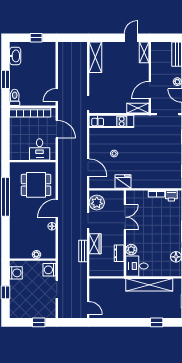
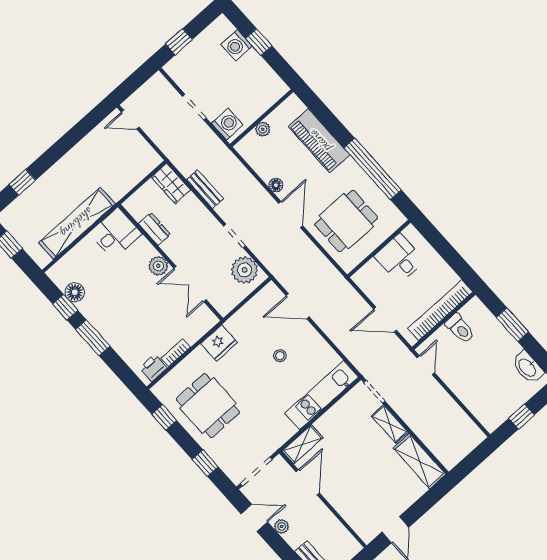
shelving: (144, 52) -> (390, 424), moved
toilet: (15, 97) -> (460, 328), moved
desk: (40, 149) -> (399, 258), moved
dining table: (163, 160) -> (208, 406), added
fridge: (123, 182) -> (219, 343), moved
piano: (17, 229) -> (319, 141), added
wardrobe: (95, 244) -> (171, 183), moved
plant: (131, 250) -> (158, 266), moved
washing machine: (16, 273) -> (237, 45), moved

